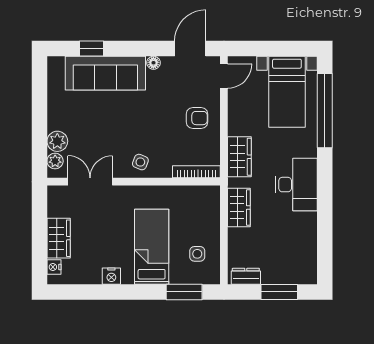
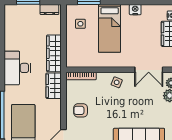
wardrobe: (239, 207) -> (54, 53), width x1.50

